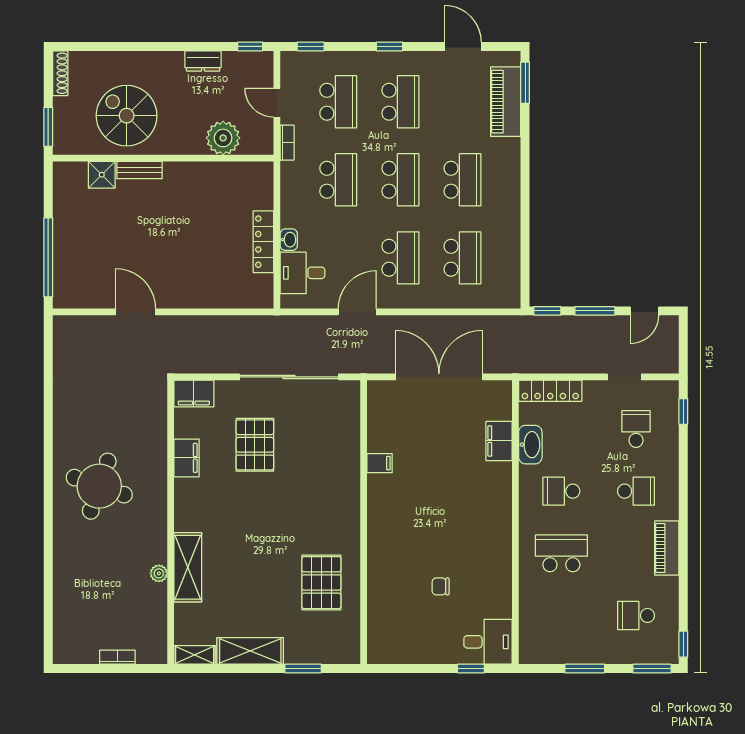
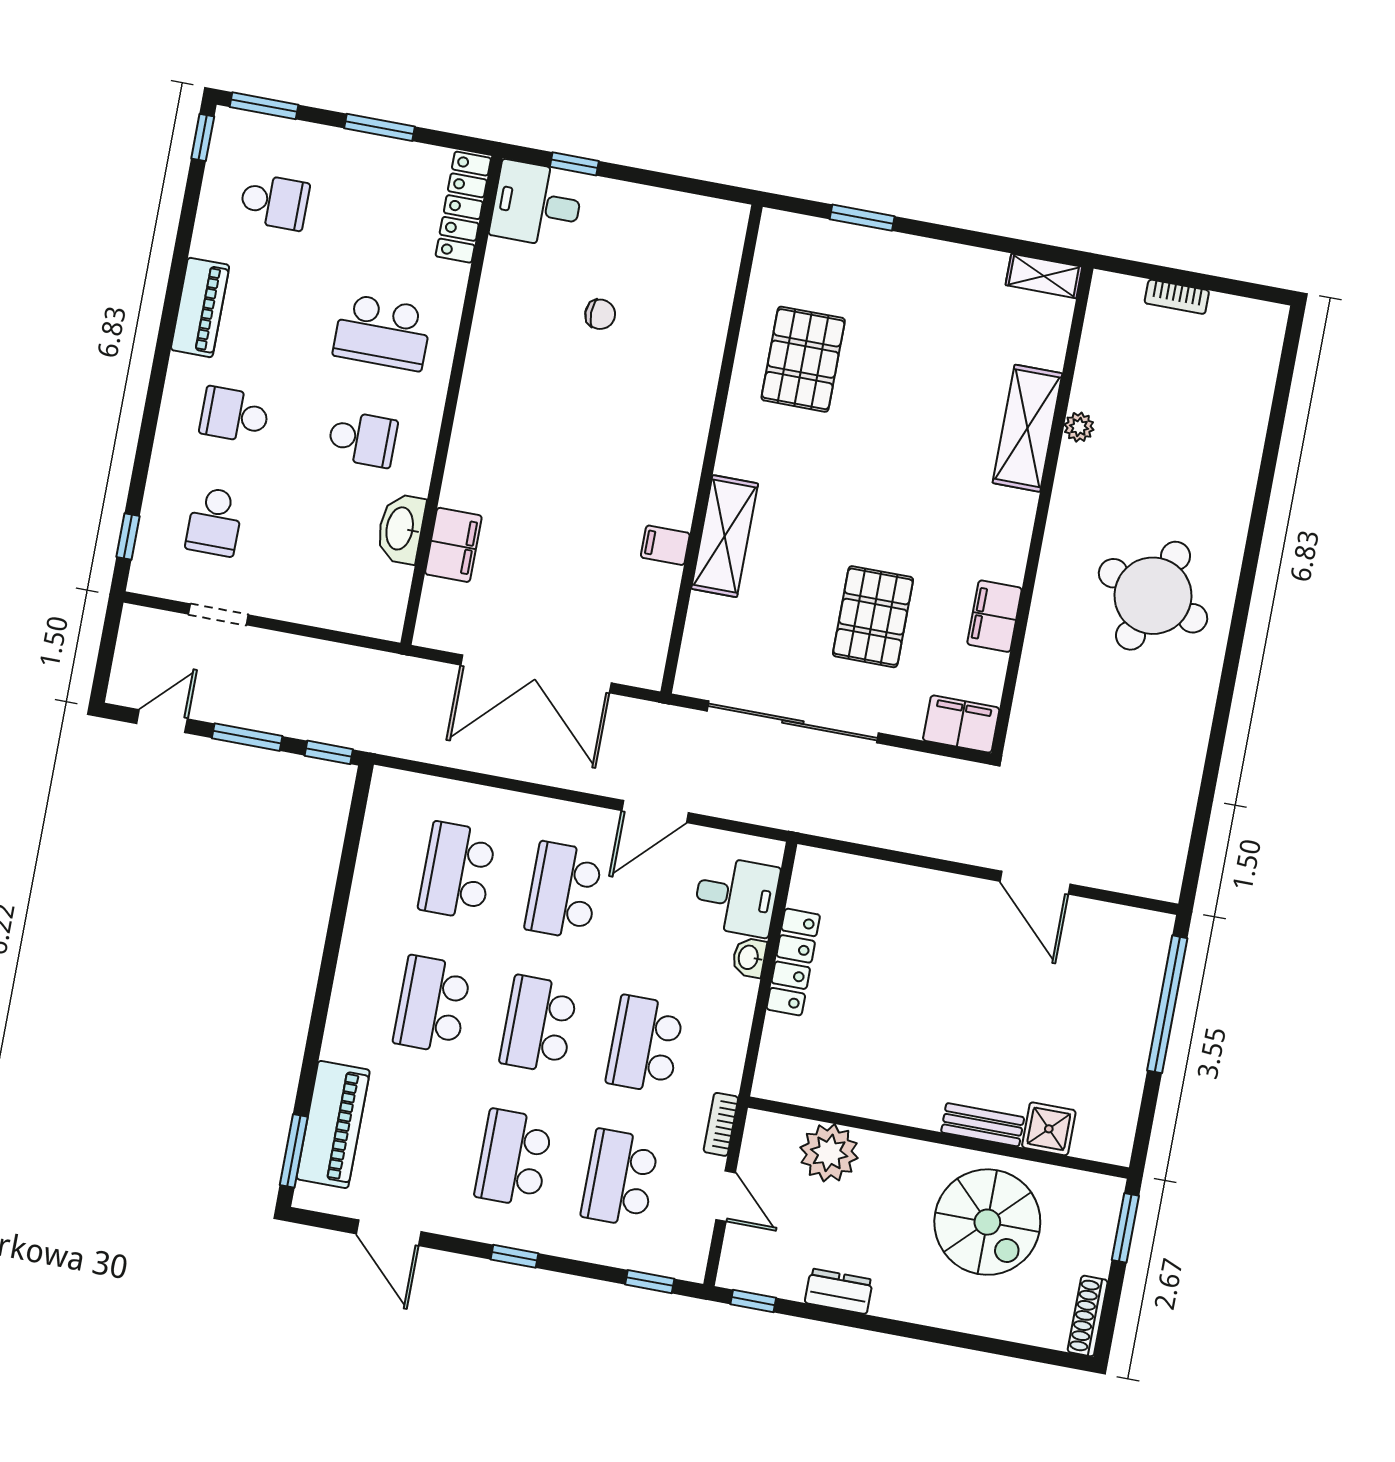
locker: (550, 391) -> (463, 207), moved, turned -90
shelving: (250, 651) -> (725, 536), moved, turned 90

